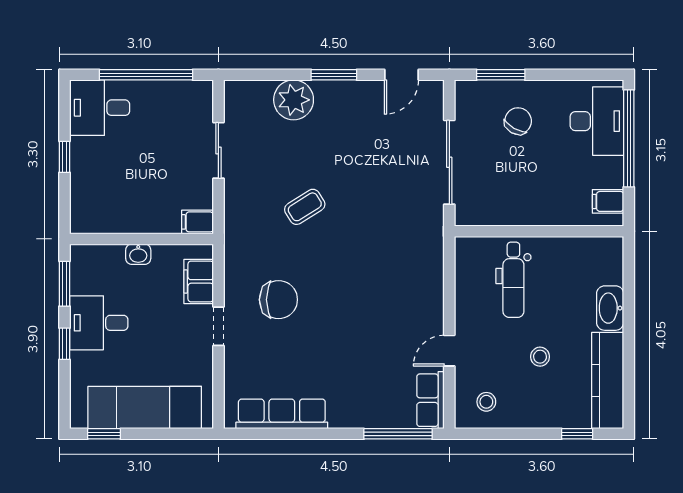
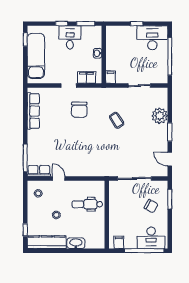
desk: (100, 108) -> (152, 38), width x1.37

